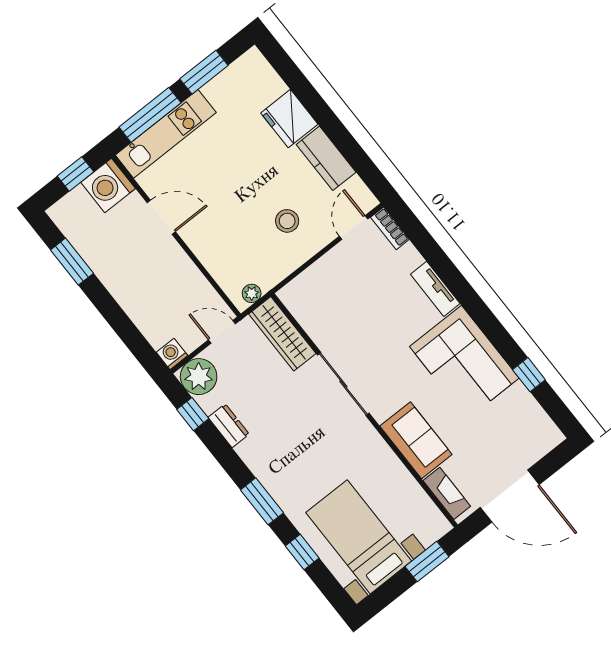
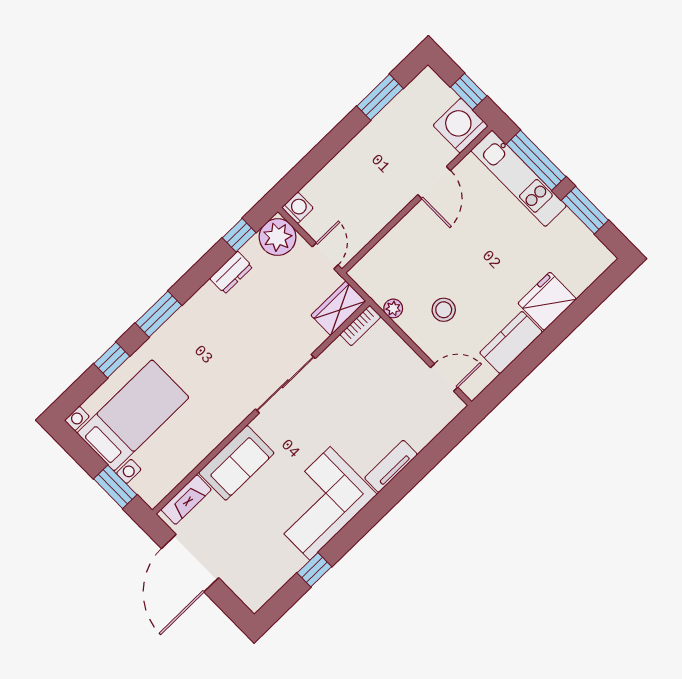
bookcase: (390, 228) -> (360, 326), moved, turned 180
plant: (252, 293) -> (393, 308), moved
wardrobe: (282, 334) -> (338, 308), width x0.67

